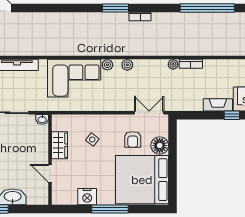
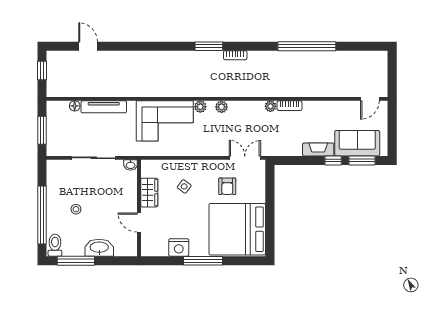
floor lamp: (160, 145) -> (256, 193), removed

